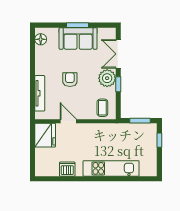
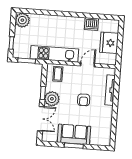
floor lamp: (41, 39) -> (106, 136), removed
door: (68, 121) -> (88, 65), swing flipped
fridge: (45, 135) -> (109, 43), moved
kitchen unit: (111, 168) -> (54, 54), moved, turned 180
plant: (148, 168) -> (22, 20), added

